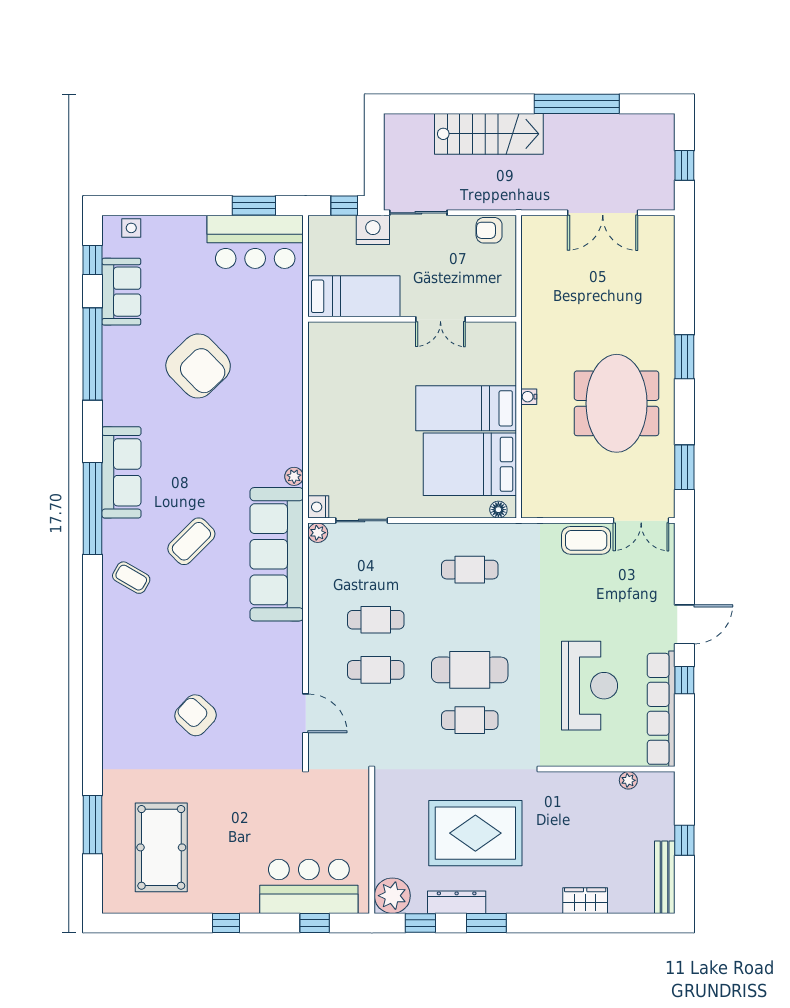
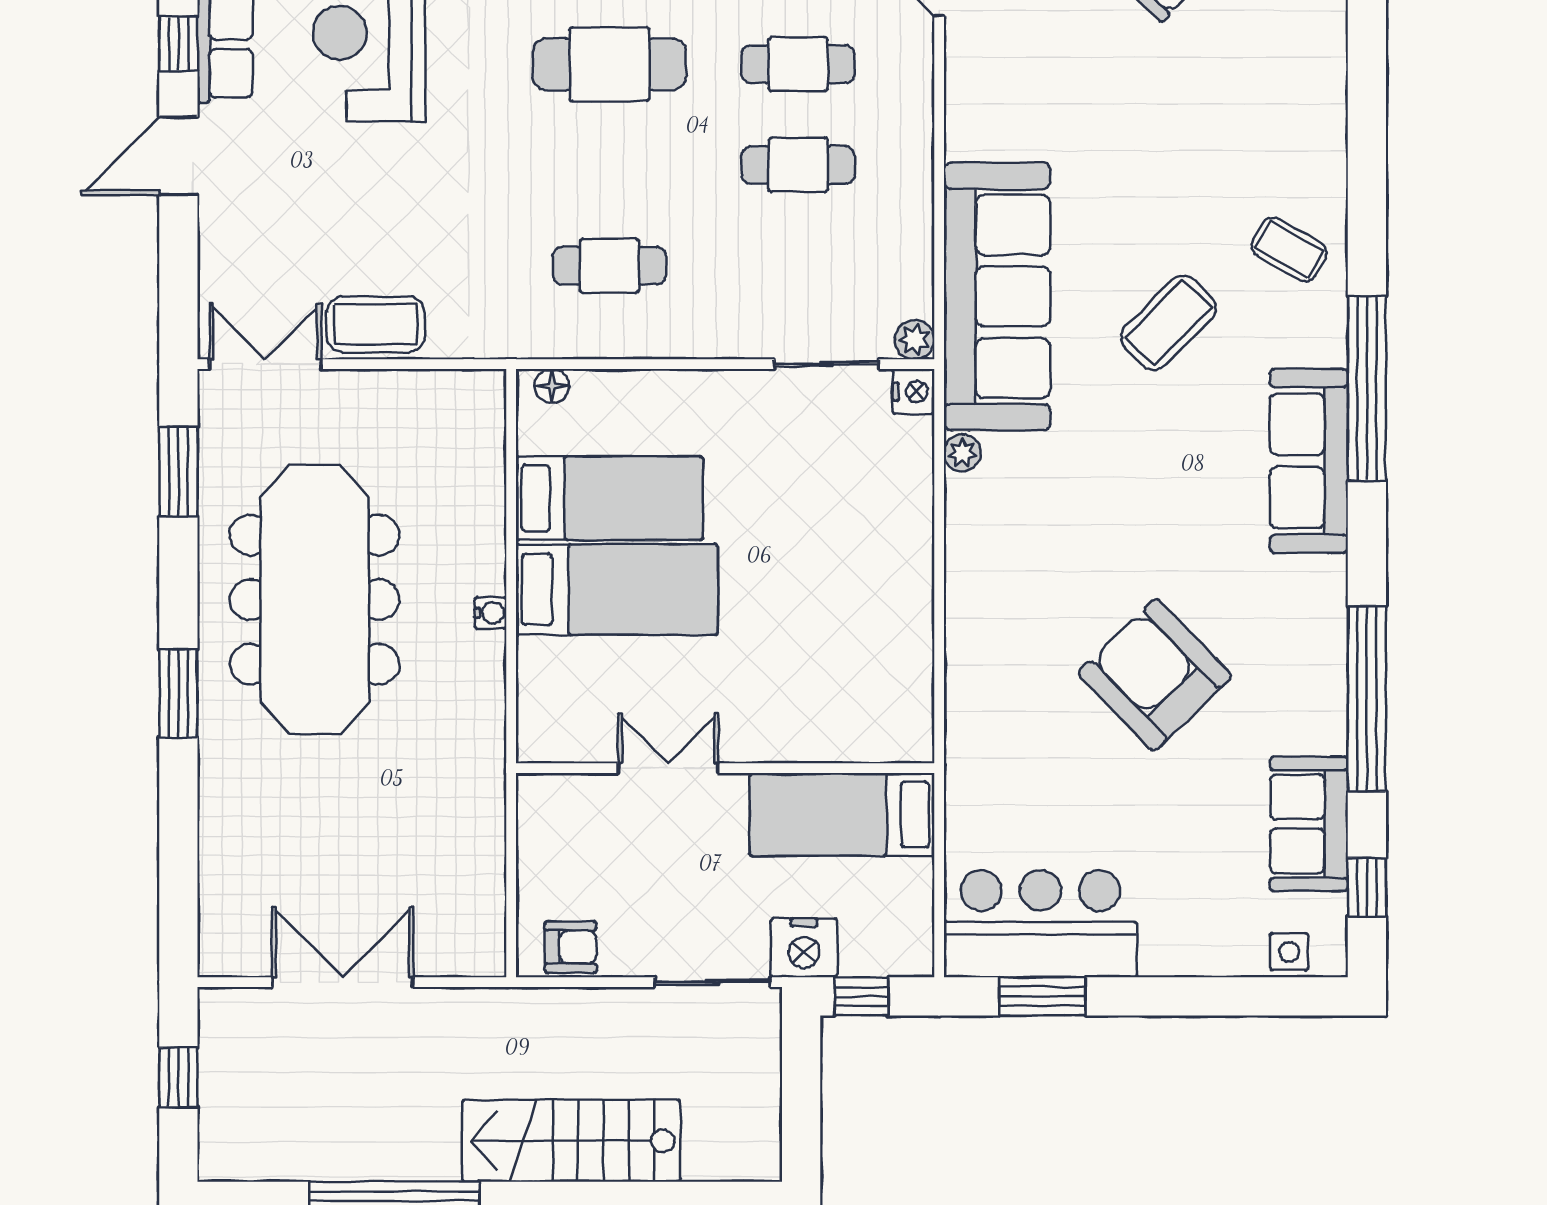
meeting table: (617, 403) -> (315, 600), width x1.36
bed: (470, 464) -> (609, 498), width x0.67

